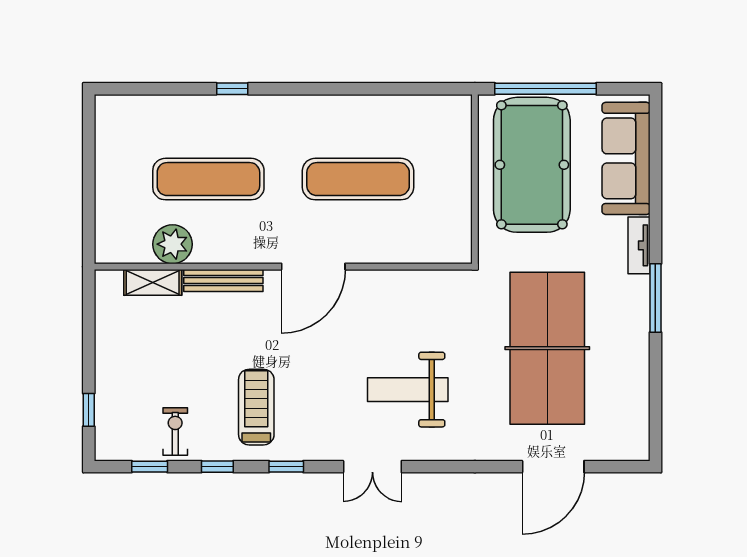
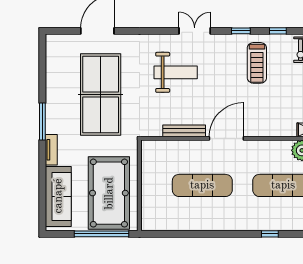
bench: (223, 280) -> (184, 131), moved

